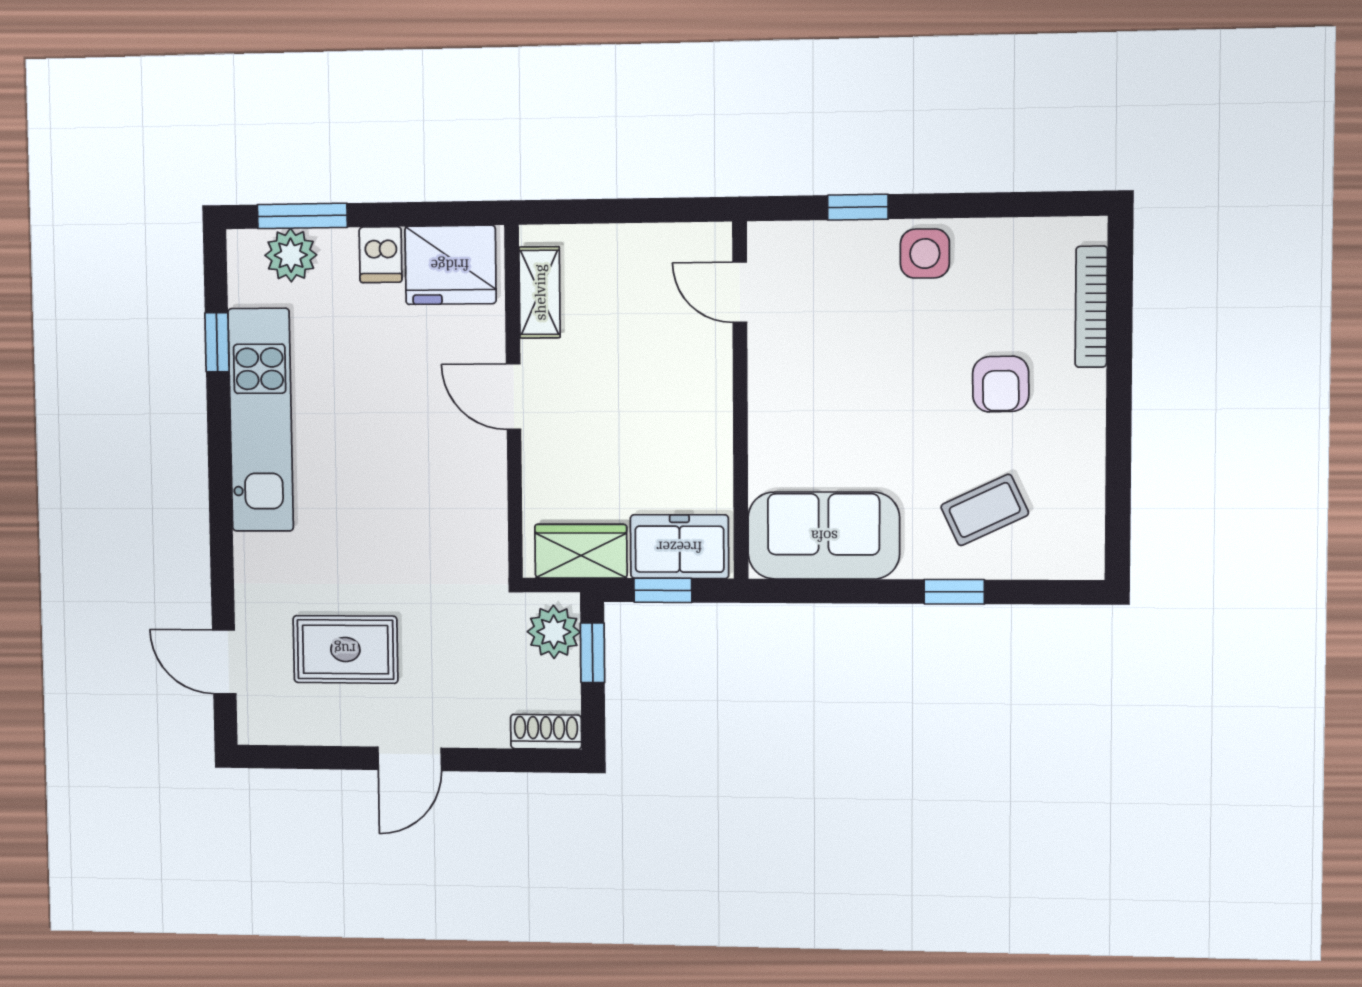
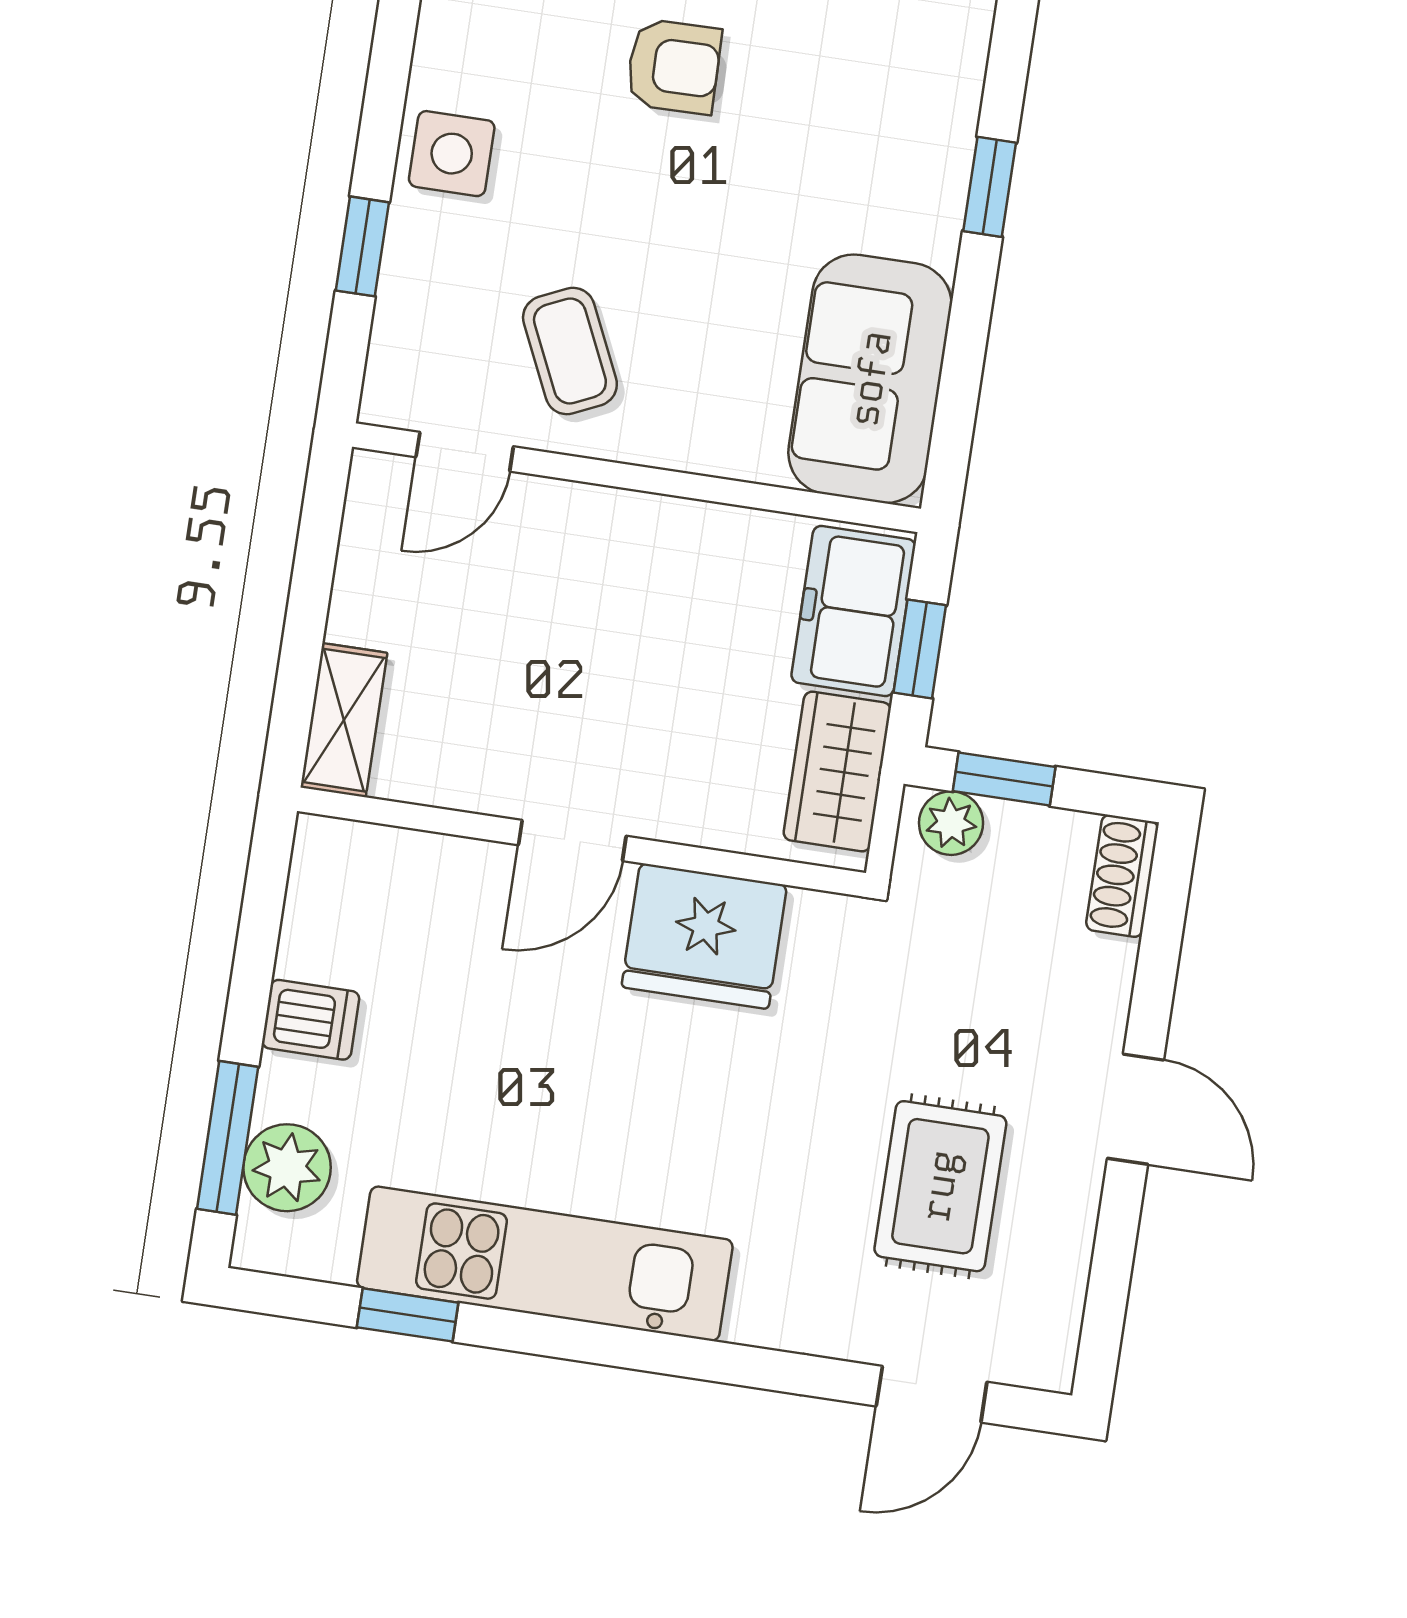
fridge: (450, 265) -> (704, 936), moved, turned 90
shelving: (540, 292) -> (344, 720), moved, turned 90
coffee table: (985, 510) -> (570, 351), moved
plant: (554, 632) -> (951, 823), width x0.73, depth x0.73

